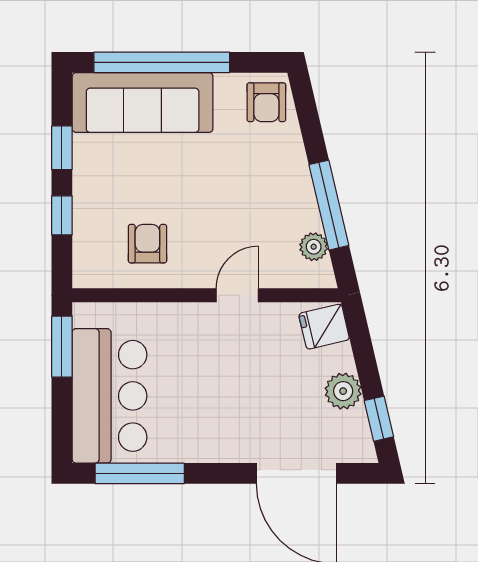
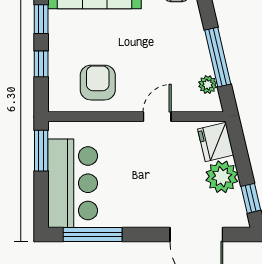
armchair: (147, 244) -> (98, 83), width x1.38, depth x1.38
fridge: (324, 327) -> (216, 142), width x1.38
plant: (343, 391) -> (222, 177), width x1.36, depth x1.36

